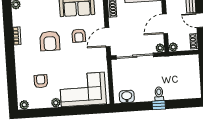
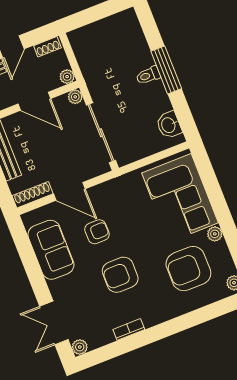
door: (108, 37) -> (69, 191), moved
armchair: (50, 41) -> (120, 275), turned 180
armchair: (41, 81) -> (188, 269), width x1.88, depth x1.88
window: (159, 105) -> (166, 70), width x2.17

